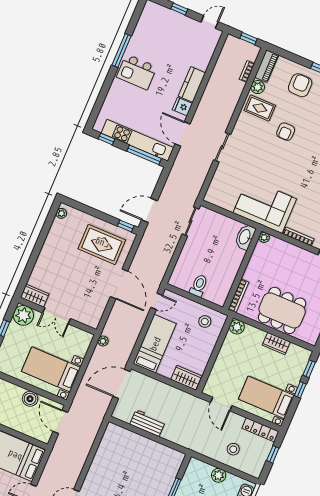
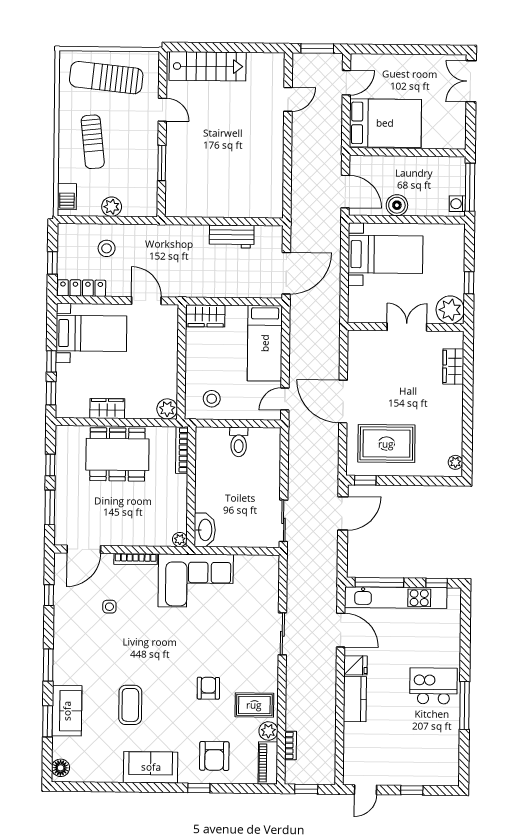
wardrobe: (35, 296) -> (453, 367), moved, turned 90
plant: (103, 341) -> (333, 319), removed

